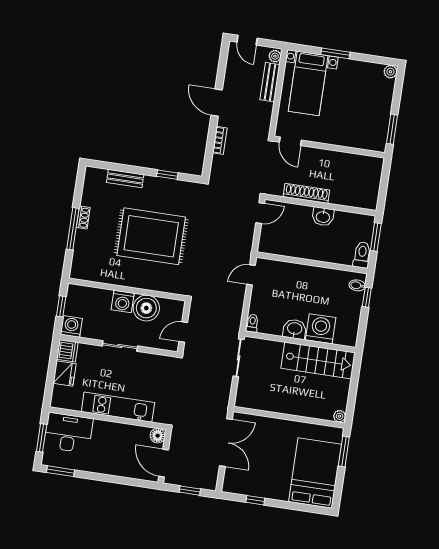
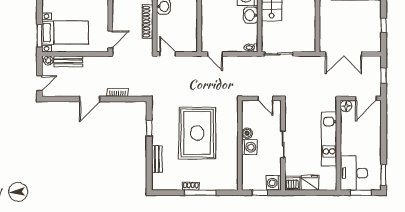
window: (335, 53) -> (39, 36), moved
boiler: (146, 308) -> (247, 133), width x0.54, depth x0.54
double door: (226, 443) -> (344, 54), swing flipped

